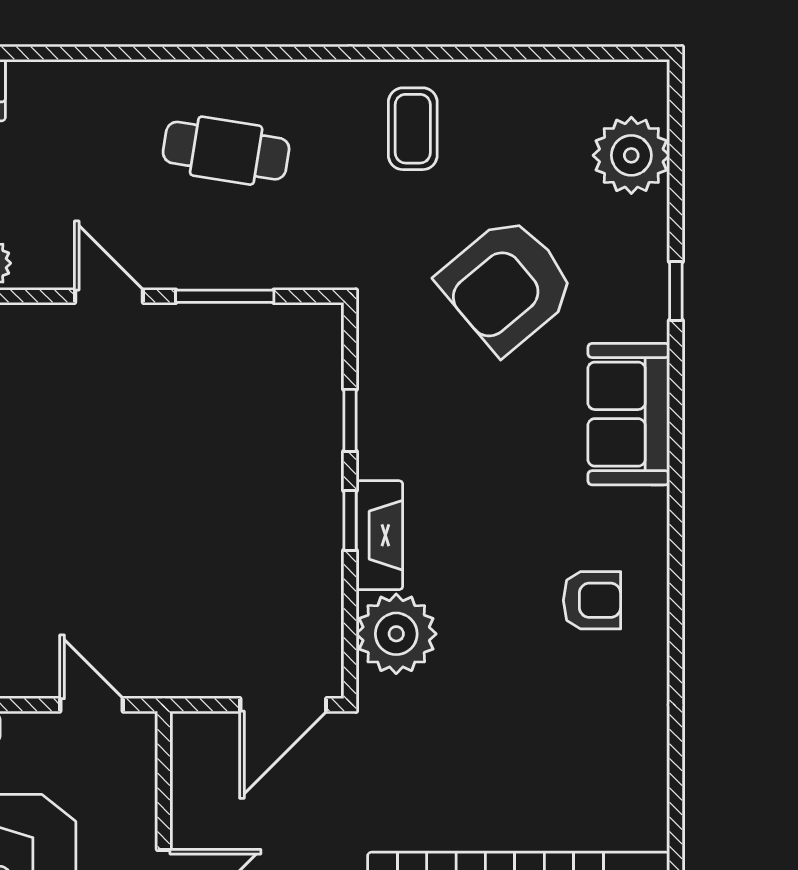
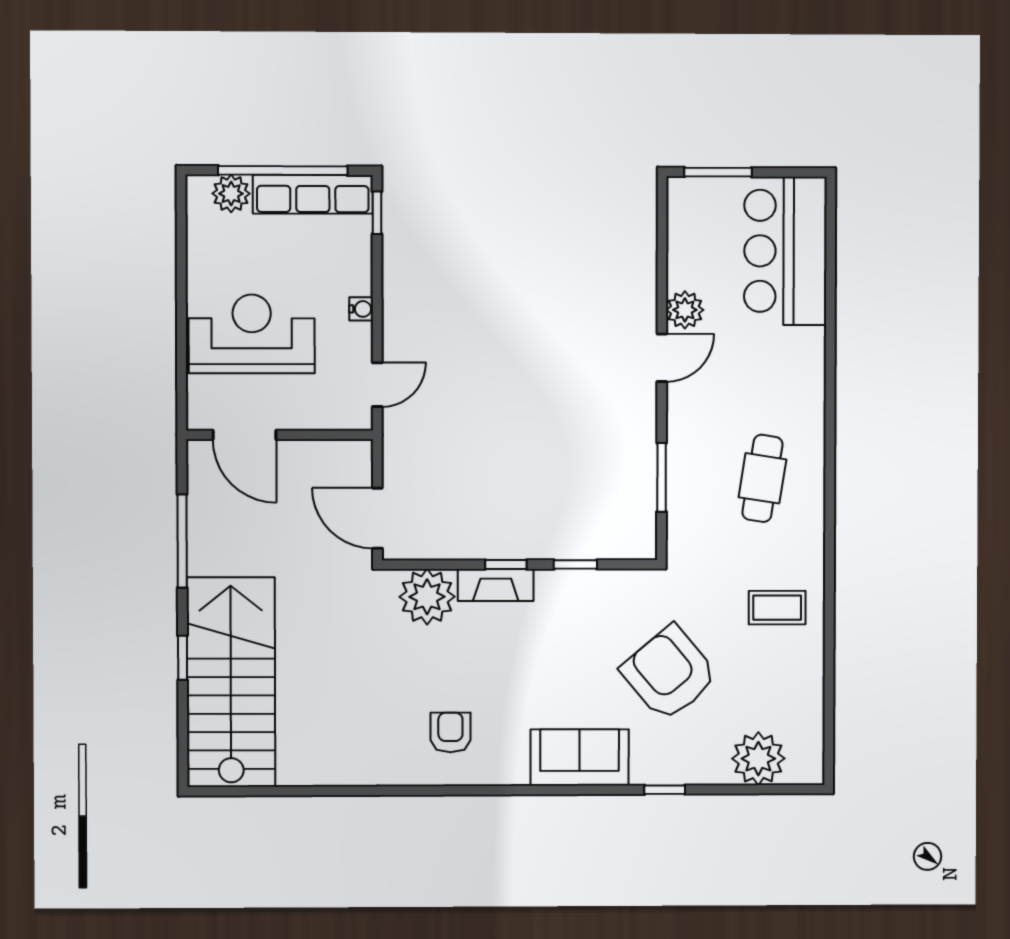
door: (109, 296) -> (662, 358), moved
armchair: (592, 600) -> (450, 732), turned 180

